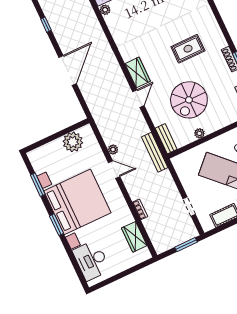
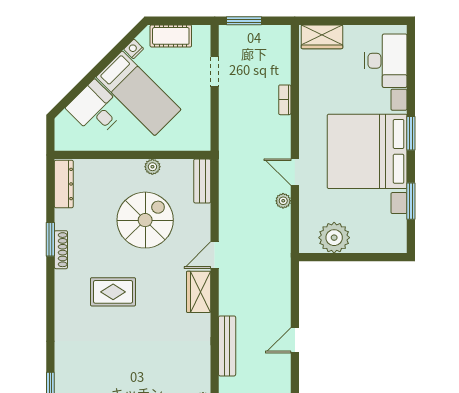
door: (68, 71) -> (295, 340), width x0.53
bench: (155, 152) -> (227, 346), moved
wardrobe: (134, 237) -> (322, 37), moved, turned 90

